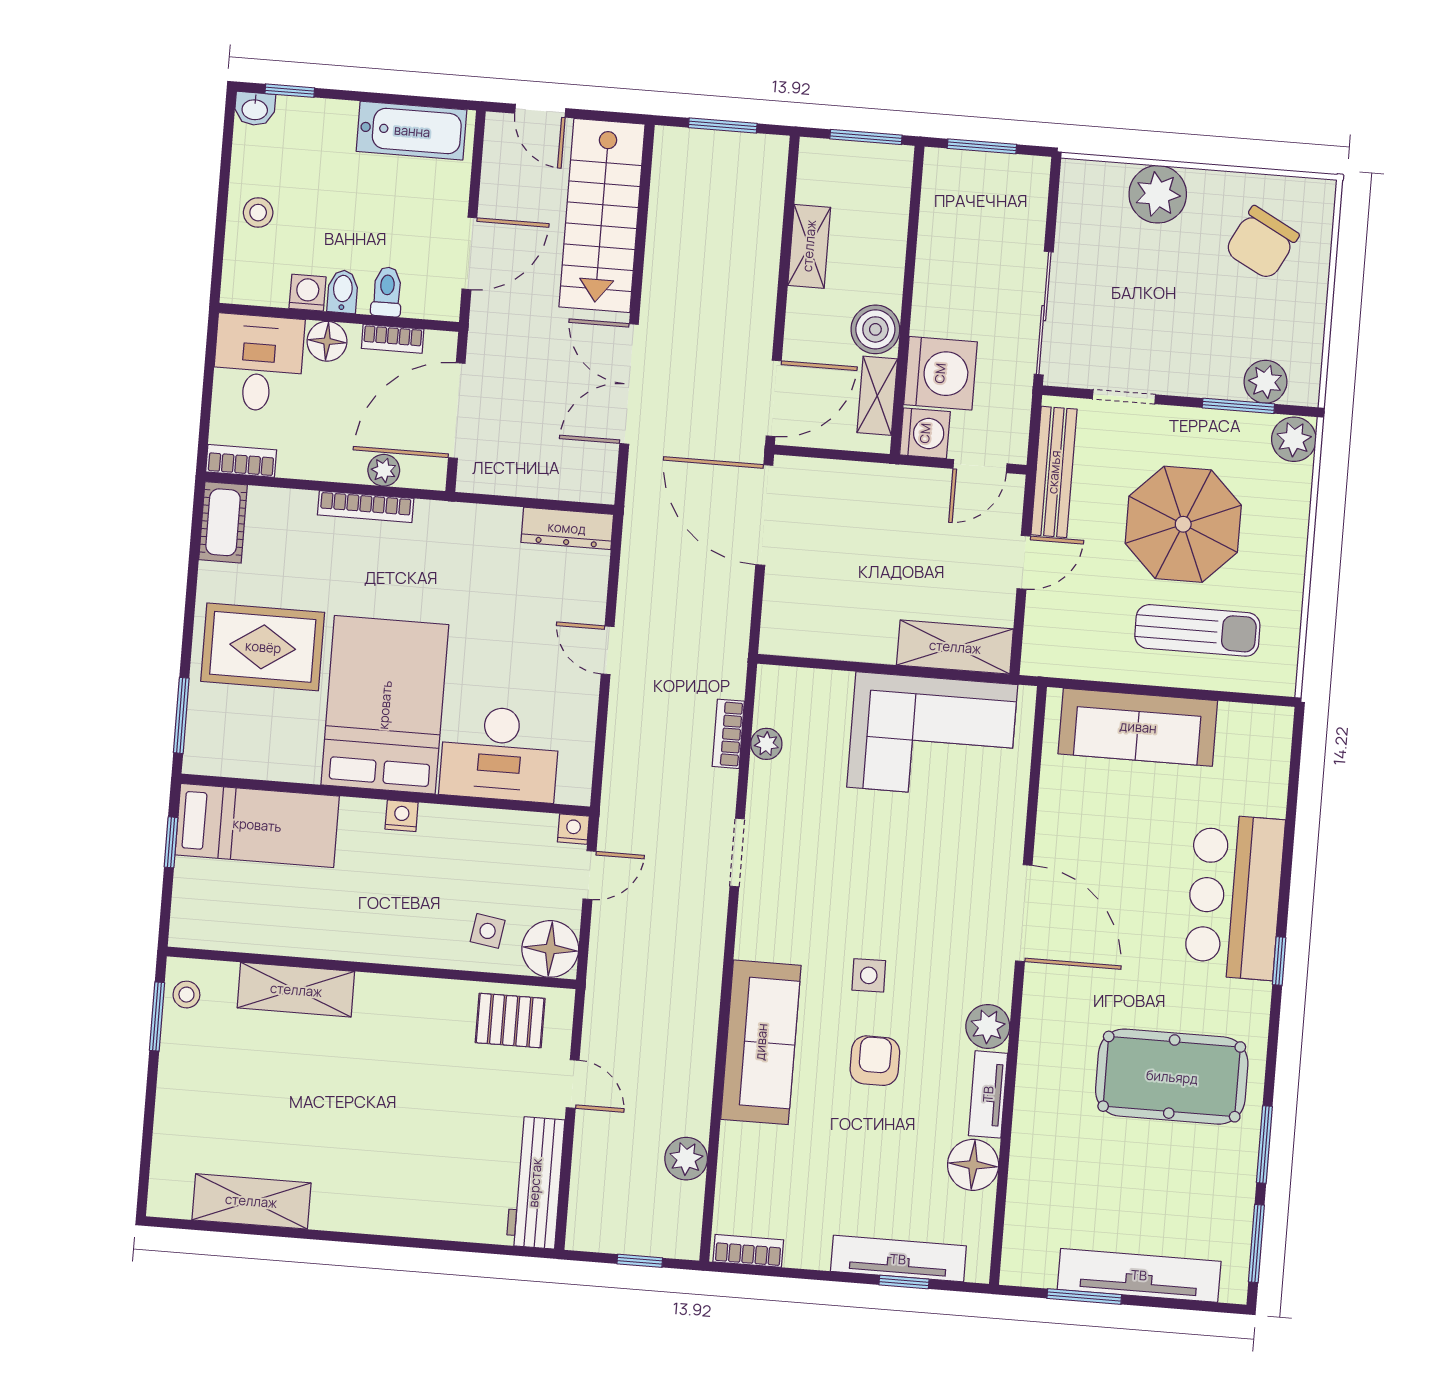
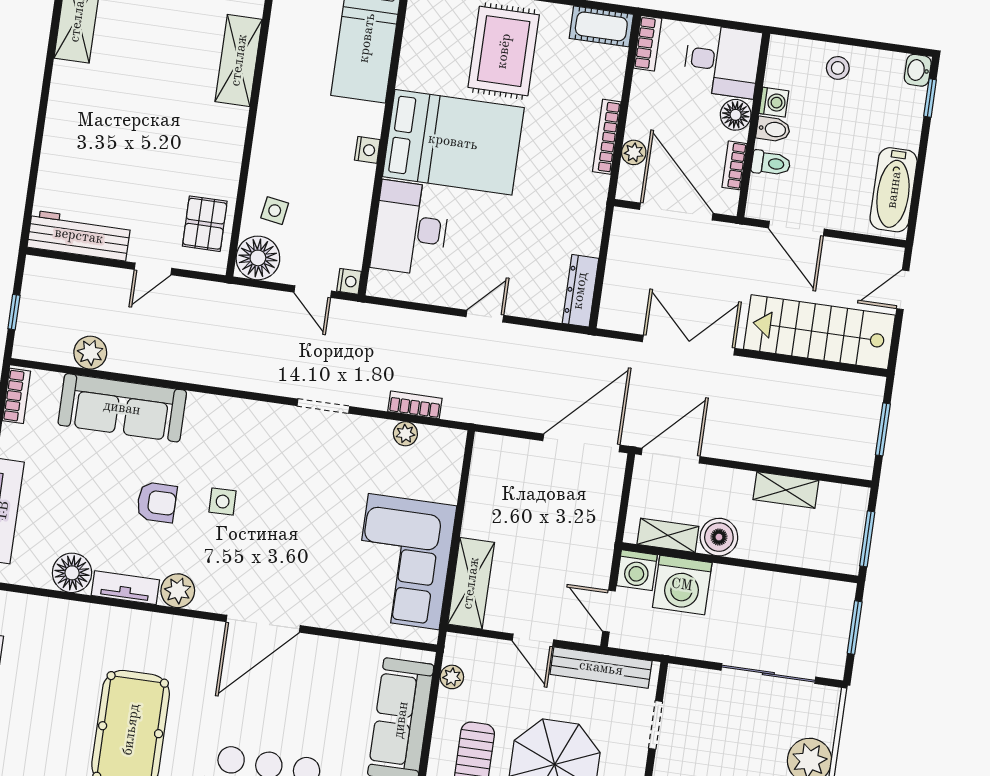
sliding door: (1044, 313) -> (768, 674), moved
door: (774, 398) -> (671, 456), swing flipped
plant: (1078, 664) -> (452, 677), added
sofa: (761, 1042) -> (122, 408), moved

